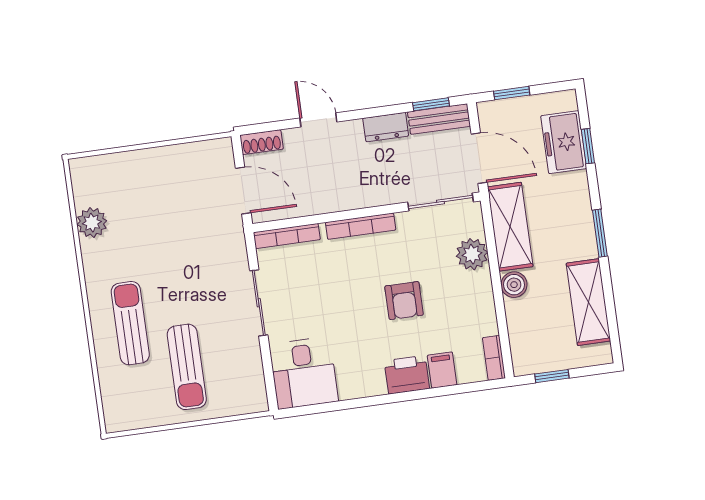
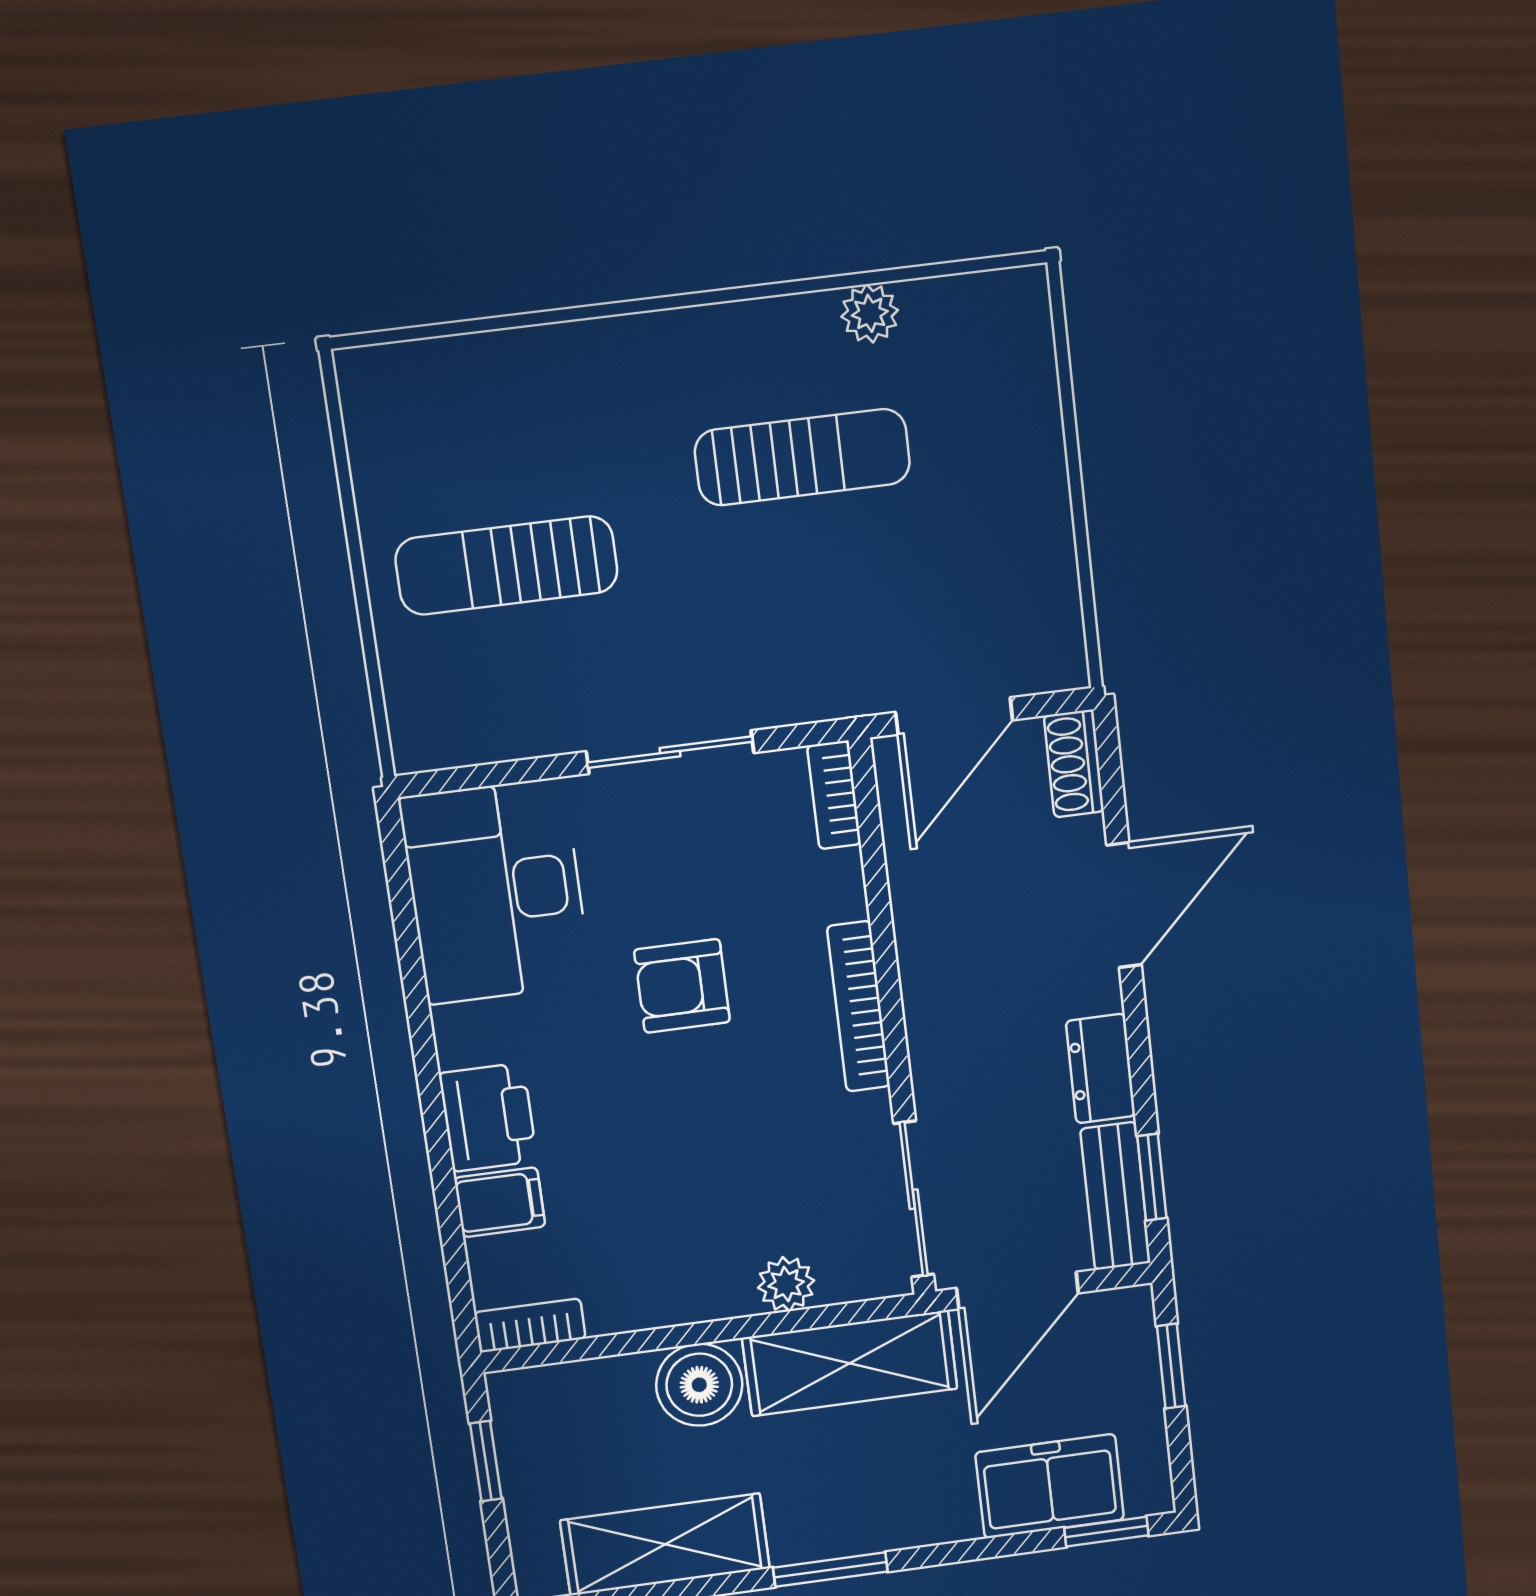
door: (318, 120) -> (1124, 905), width x1.38
window: (588, 146) -> (1106, 1532), moved
plant: (92, 223) -> (870, 313), width x0.73, depth x0.73
bookcase: (287, 236) -> (834, 795), width x0.64
plant: (472, 254) -> (786, 1284), width x0.73, depth x0.73
boiler: (514, 285) -> (699, 1385), width x1.36, depth x1.36
armchair: (404, 301) -> (682, 986), moved
sun lounger: (130, 323) -> (802, 457), moved
desk: (304, 373) -> (496, 892), width x1.37

